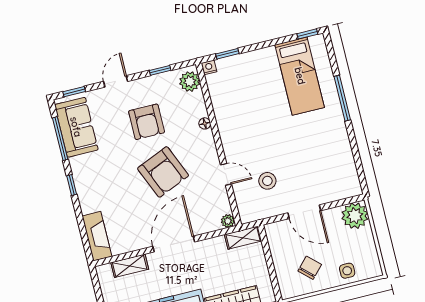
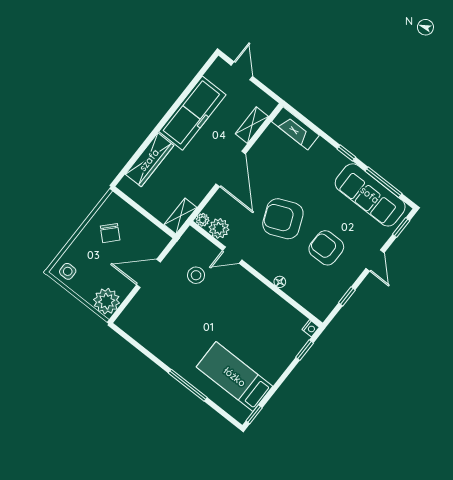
plant: (190, 82) -> (219, 228), moved
sofa: (76, 127) -> (370, 195), width x1.36
side table: (347, 271) -> (68, 271), moved

